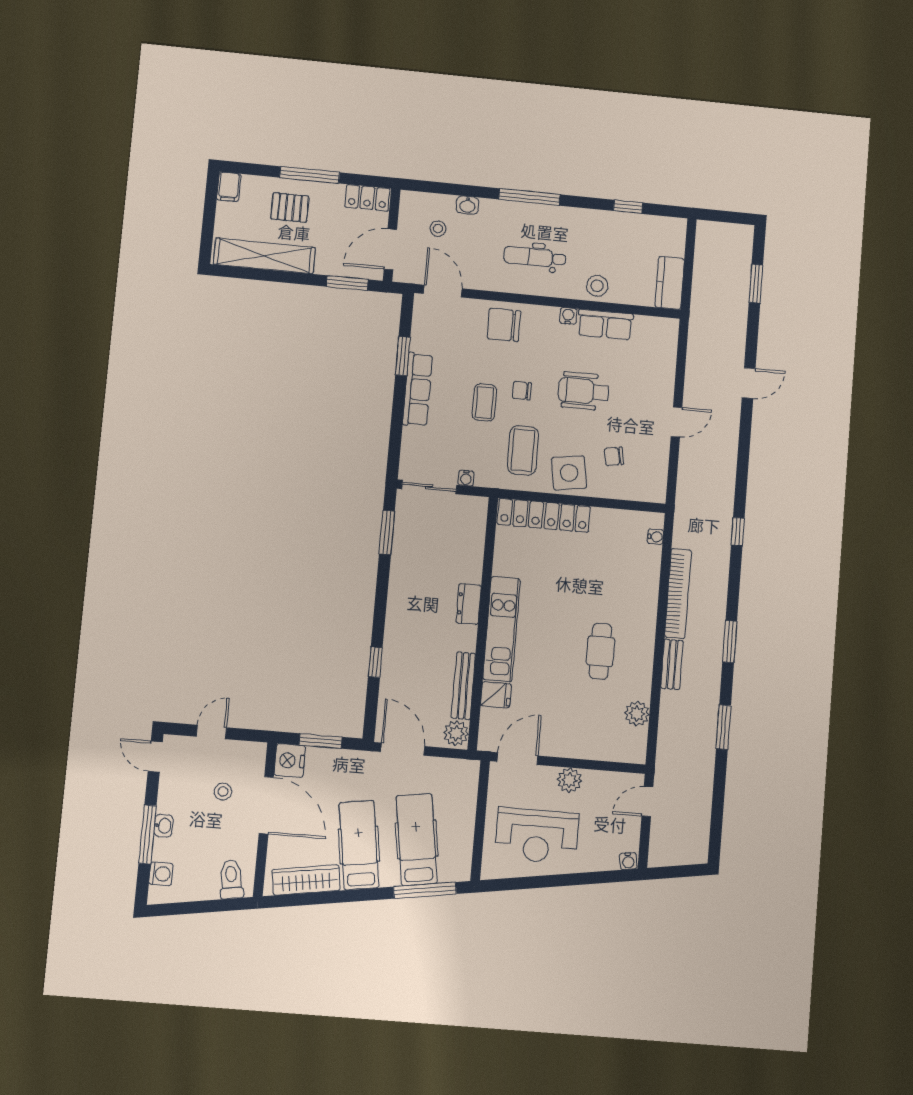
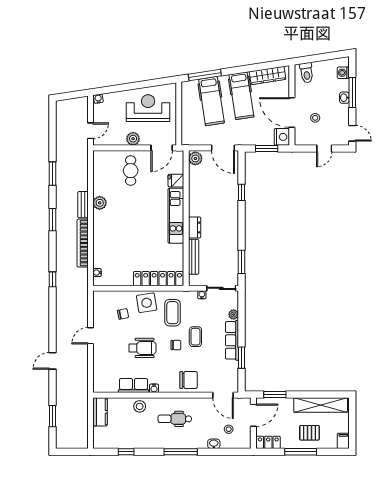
dental chair: (535, 257) -> (175, 419), turned 180
plant: (410, 437) -> (234, 314), added
cafe table: (600, 651) -> (131, 171), moved
bench: (463, 686) -> (194, 257), moved
plant: (637, 713) -> (100, 203), moved

